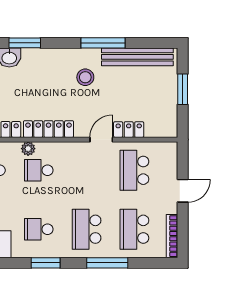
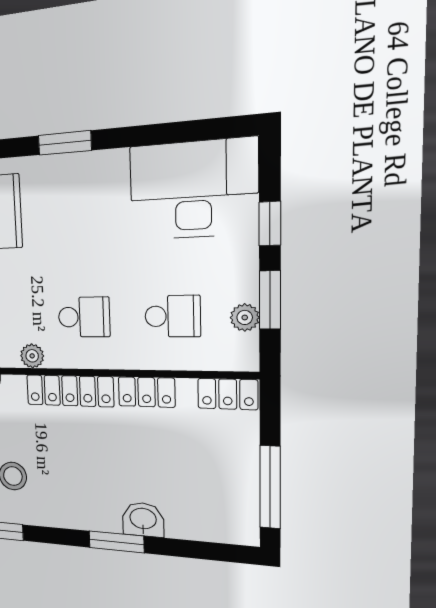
plant: (28, 149) -> (32, 356), moved
school desk: (39, 229) -> (80, 207), removed

